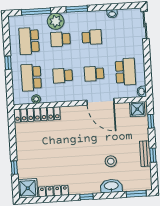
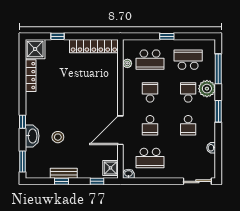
school desk: (94, 74) -> (150, 125), turned 180
school desk: (31, 77) -> (150, 60), turned 180
locker: (37, 114) -> (94, 46), moved, turned -90
window: (86, 197) -> (22, 122), moved

